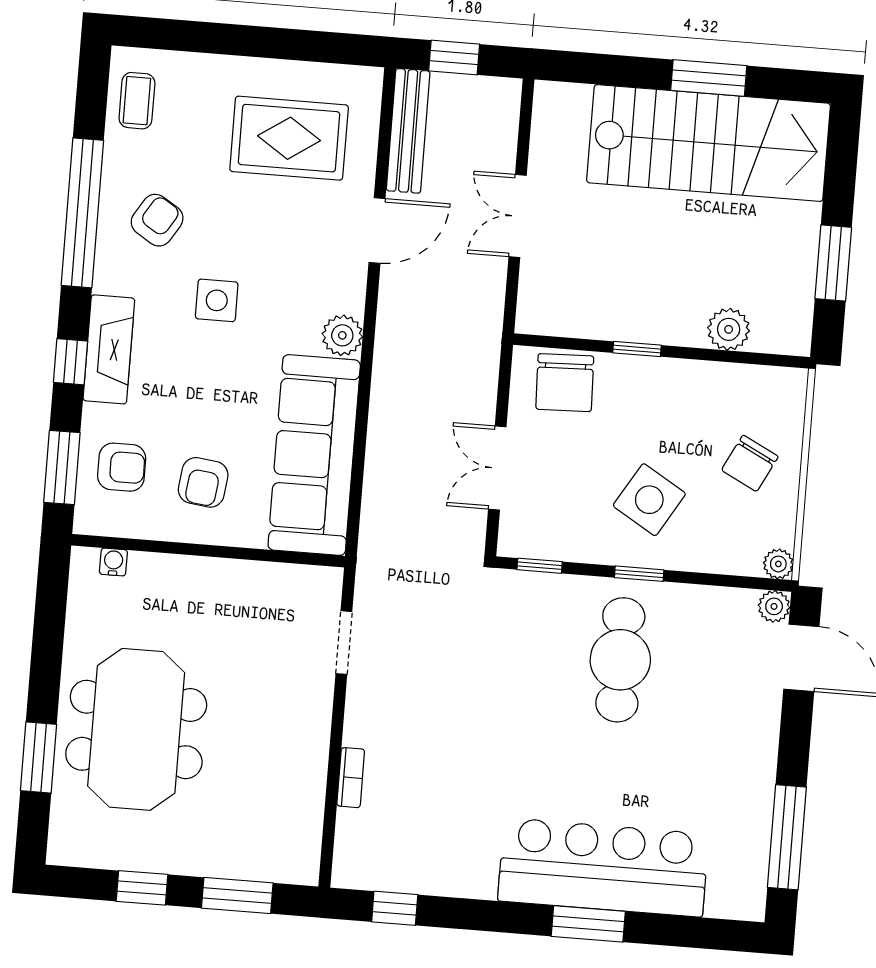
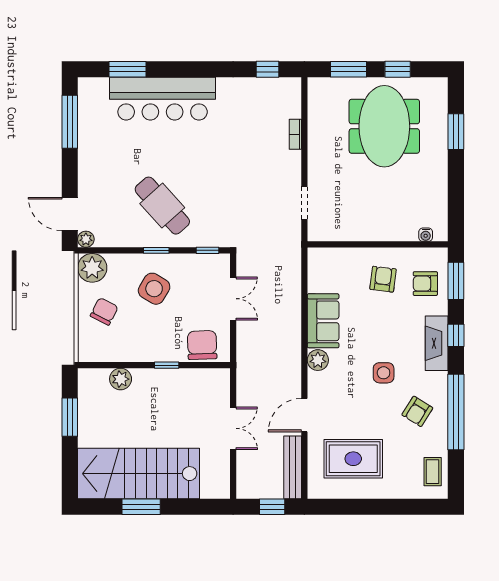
sofa: (314, 455) -> (323, 321), width x0.54, depth x0.79
plant: (778, 564) -> (92, 268), width x1.88, depth x1.88
cafe table: (620, 660) -> (162, 206), turned -42
meeting table: (136, 729) -> (384, 126), moved
window: (588, 924) -> (127, 69), moved

